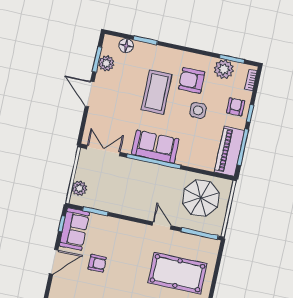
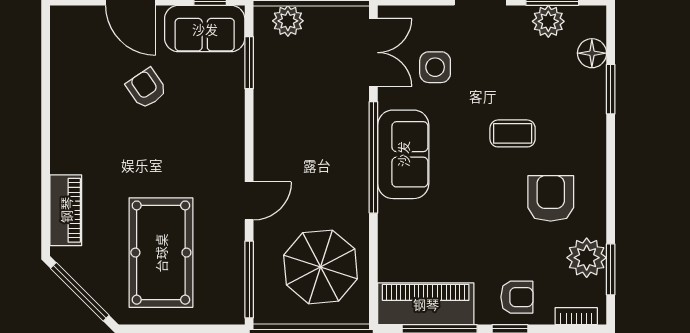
coffee table: (157, 92) -> (513, 133), width x0.54, depth x0.58
side table: (198, 110) -> (435, 67), moved
armchair: (97, 263) -> (146, 88), turned 146

